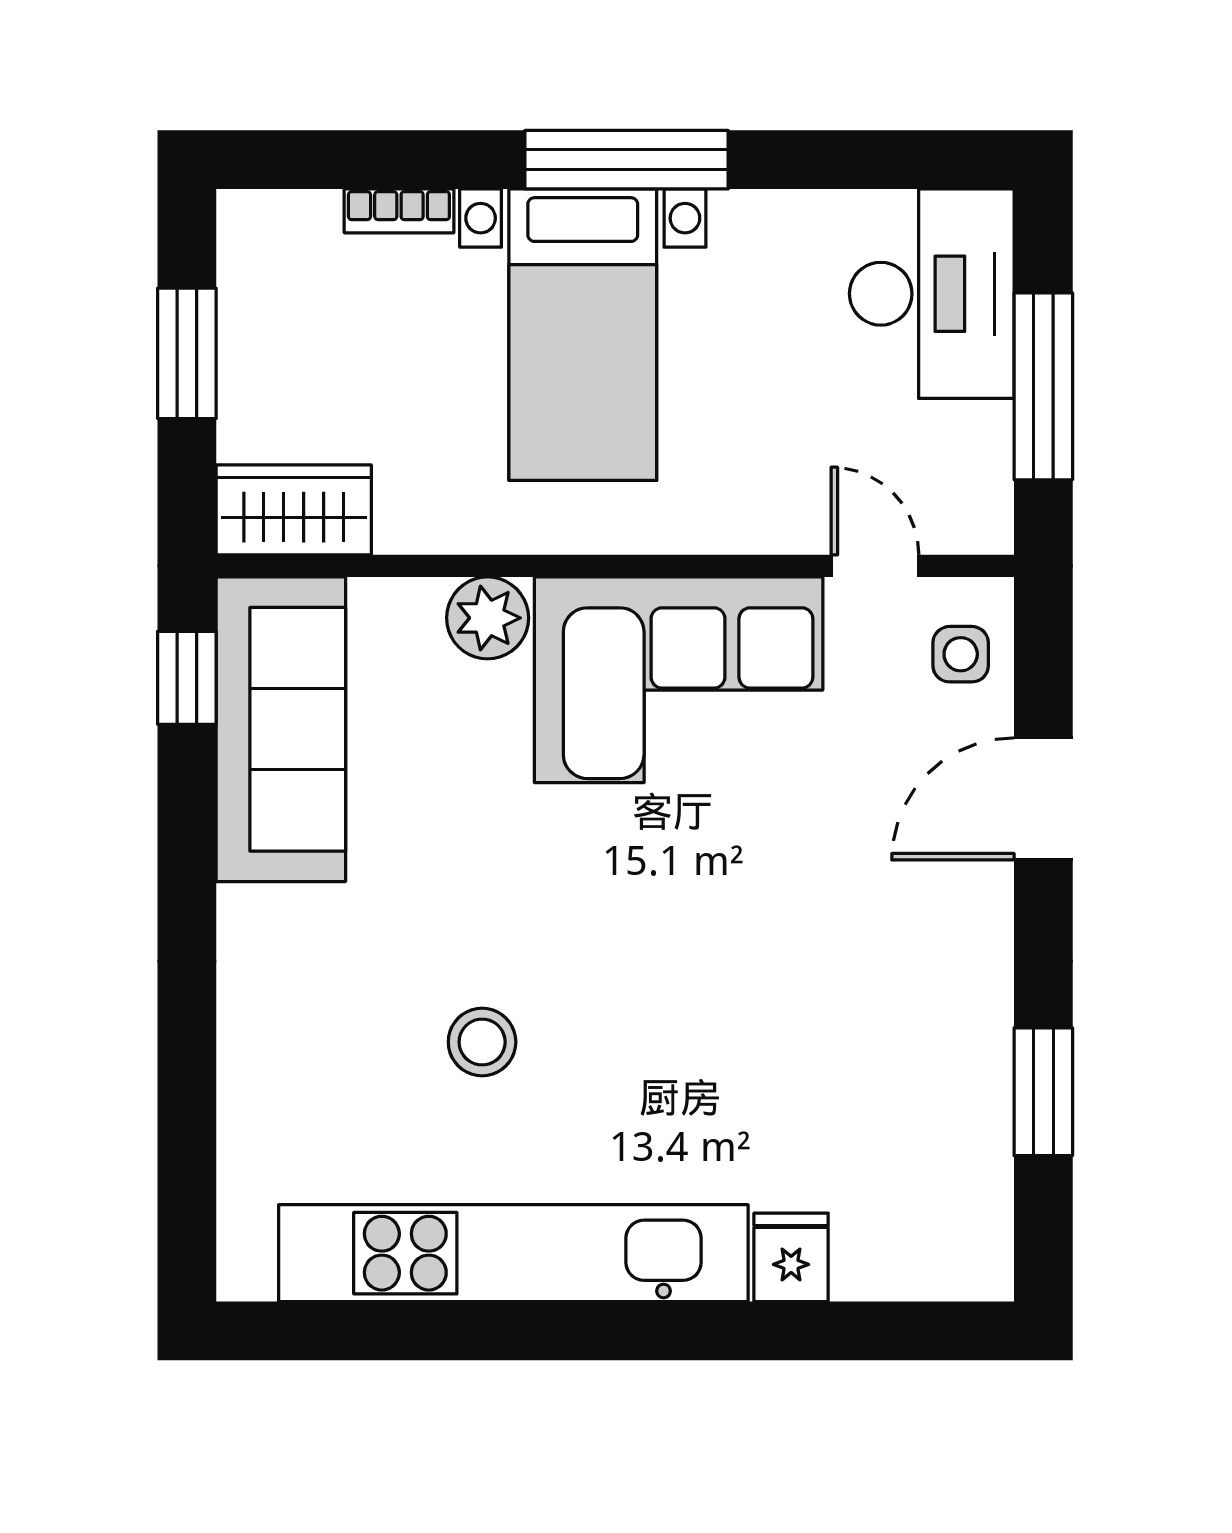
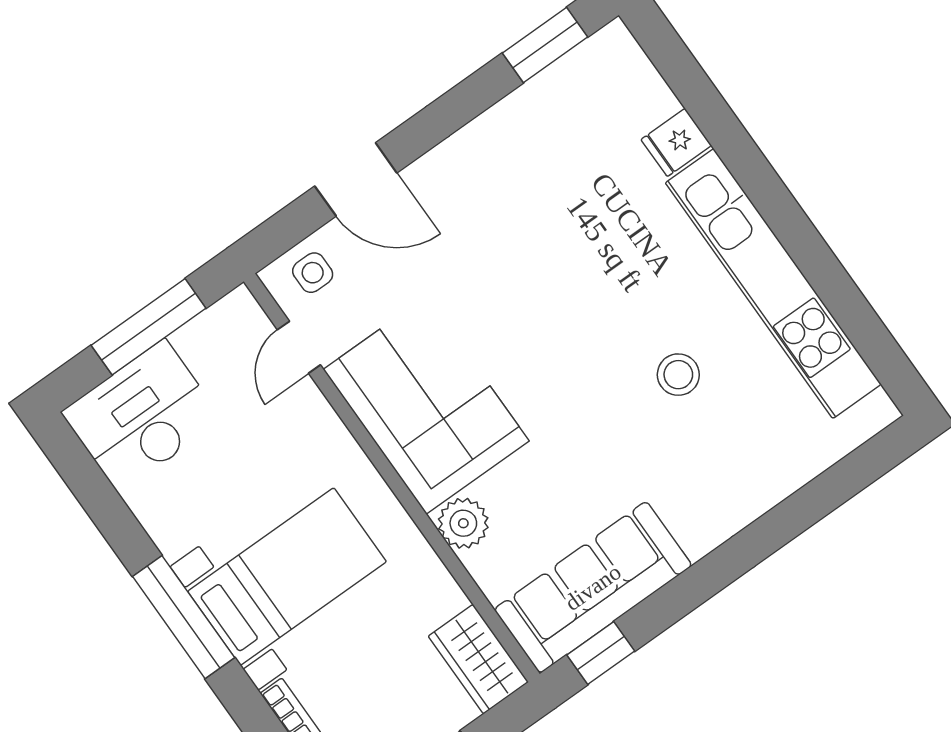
window: (1043, 1092) -> (545, 45), moved

